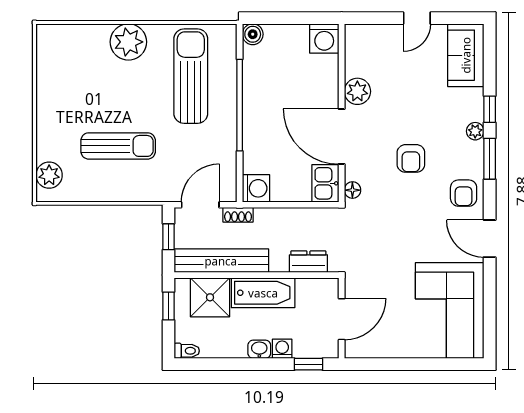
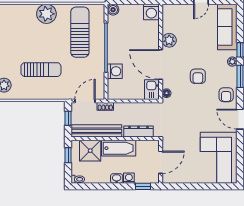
sofa: (466, 55) -> (227, 27), width x1.36
washing machine: (256, 188) -> (115, 71), moved
dresser: (308, 262) -> (138, 132), width x1.44

